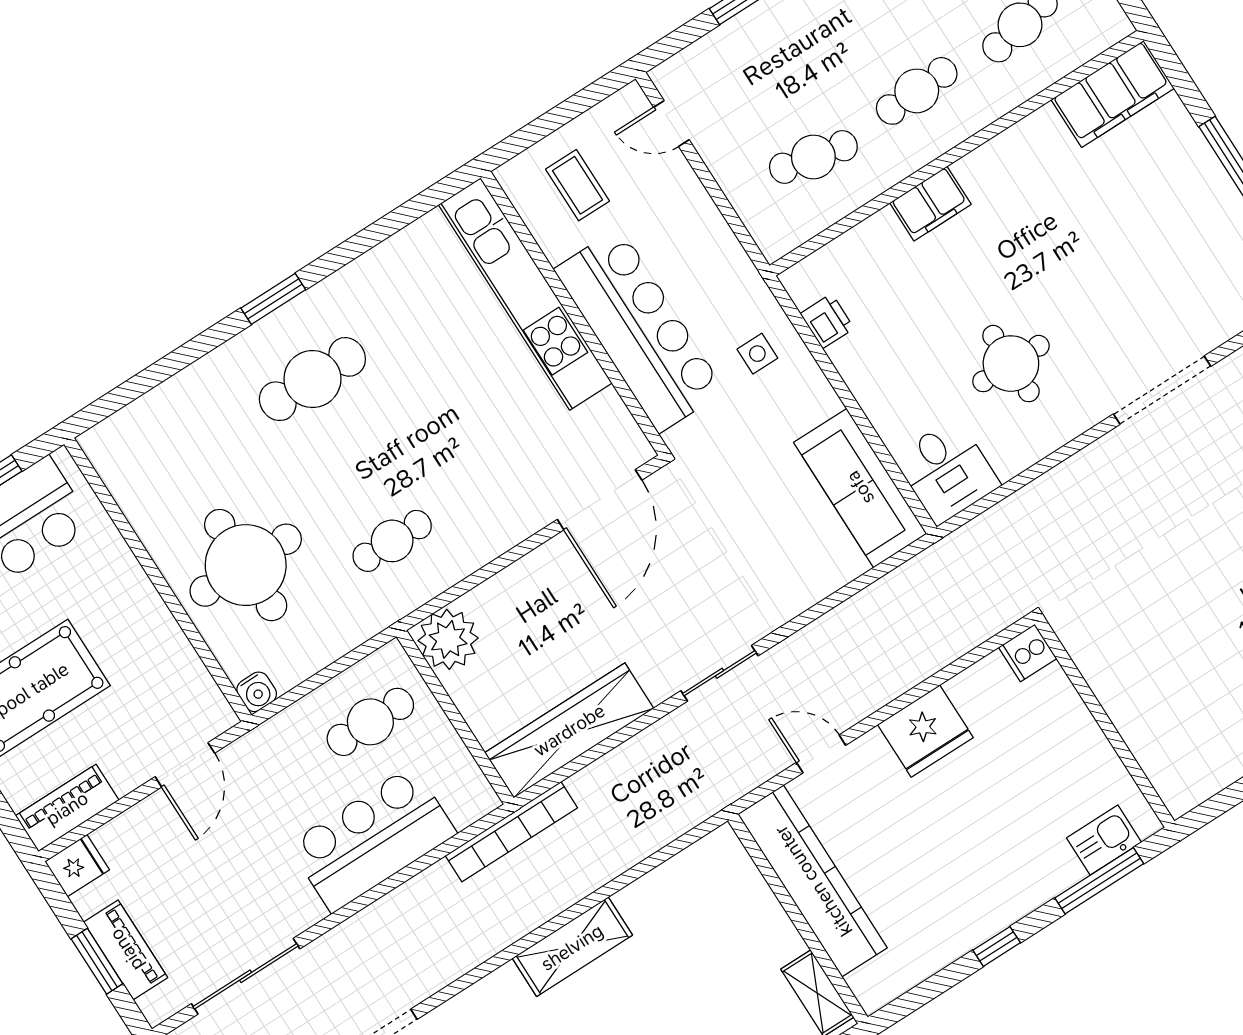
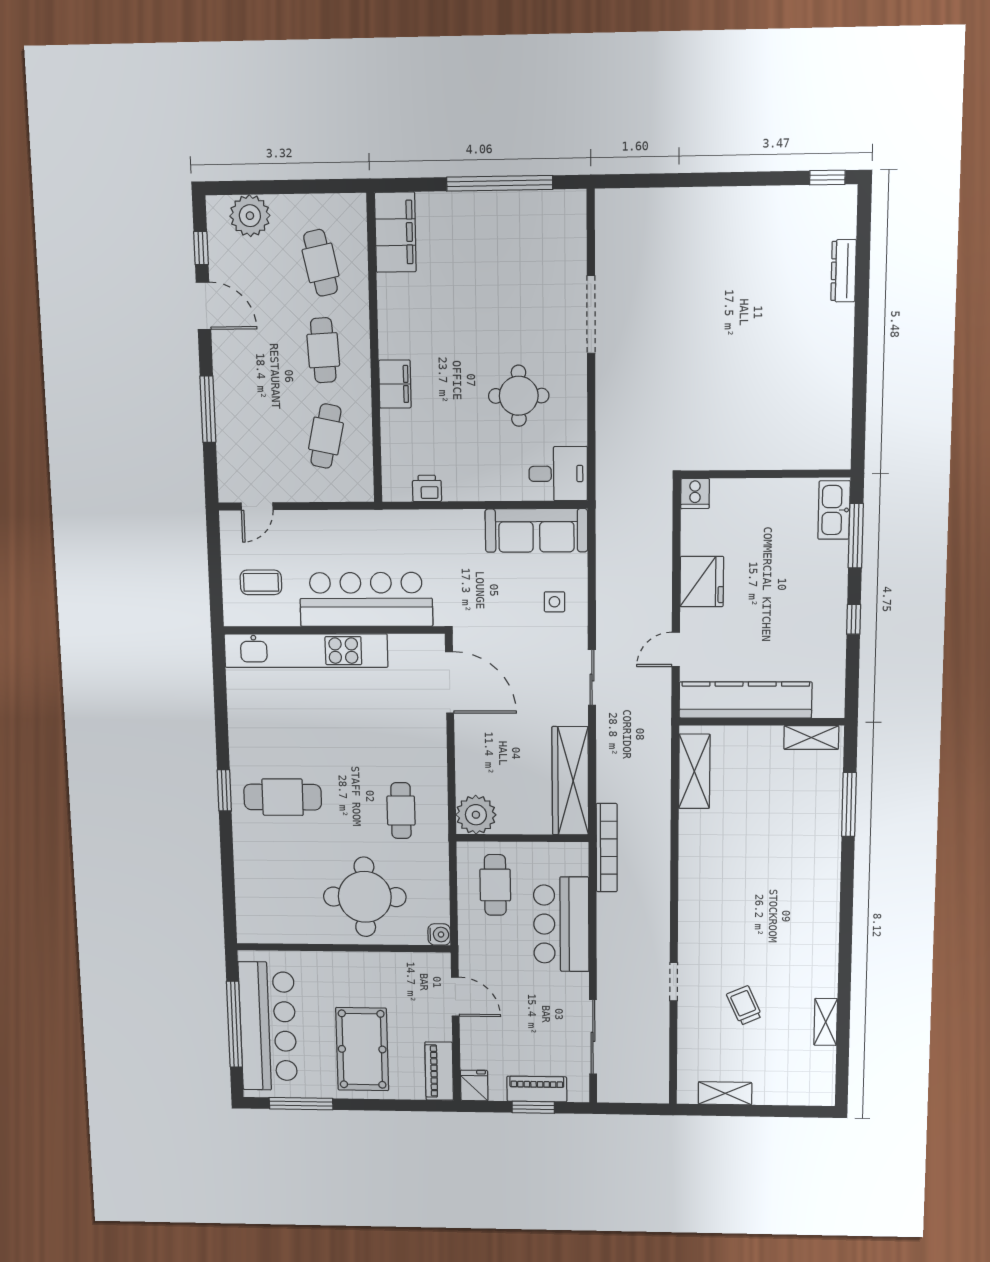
side table: (757, 354) -> (554, 602), moved
cafe table: (312, 379) -> (283, 797), turned 90
kitchen sink: (1104, 840) -> (834, 510), width x1.38
shelving: (572, 947) -> (694, 771), moved

